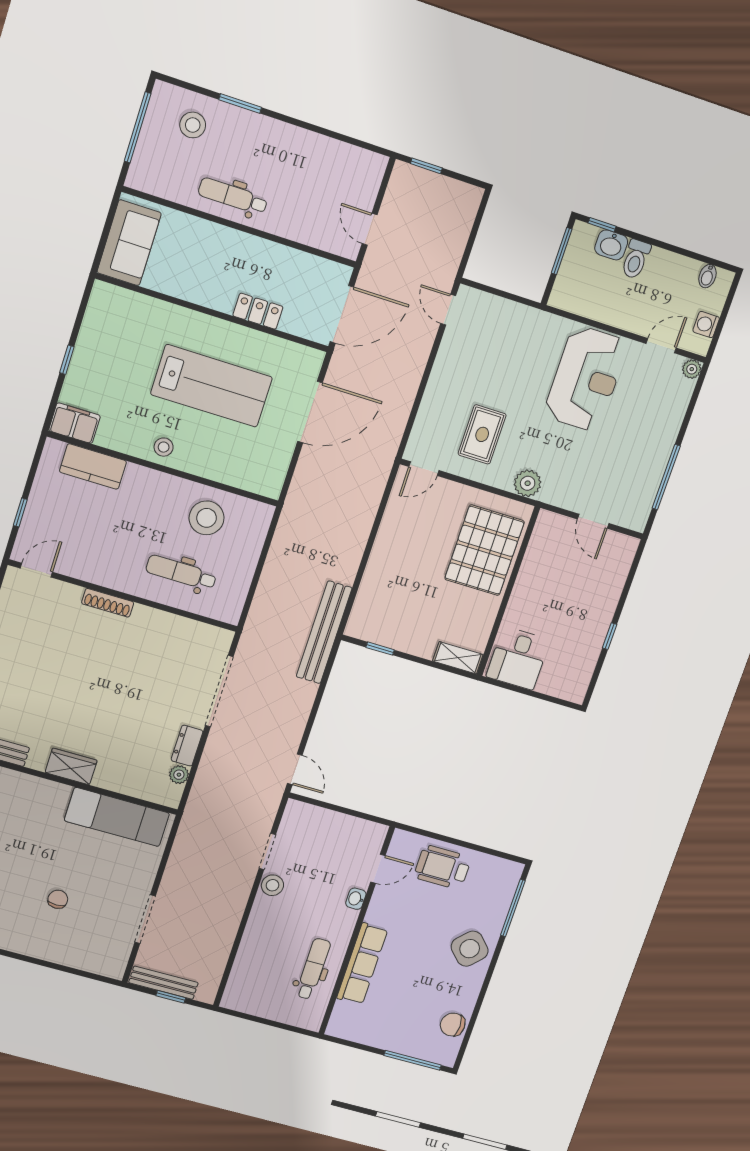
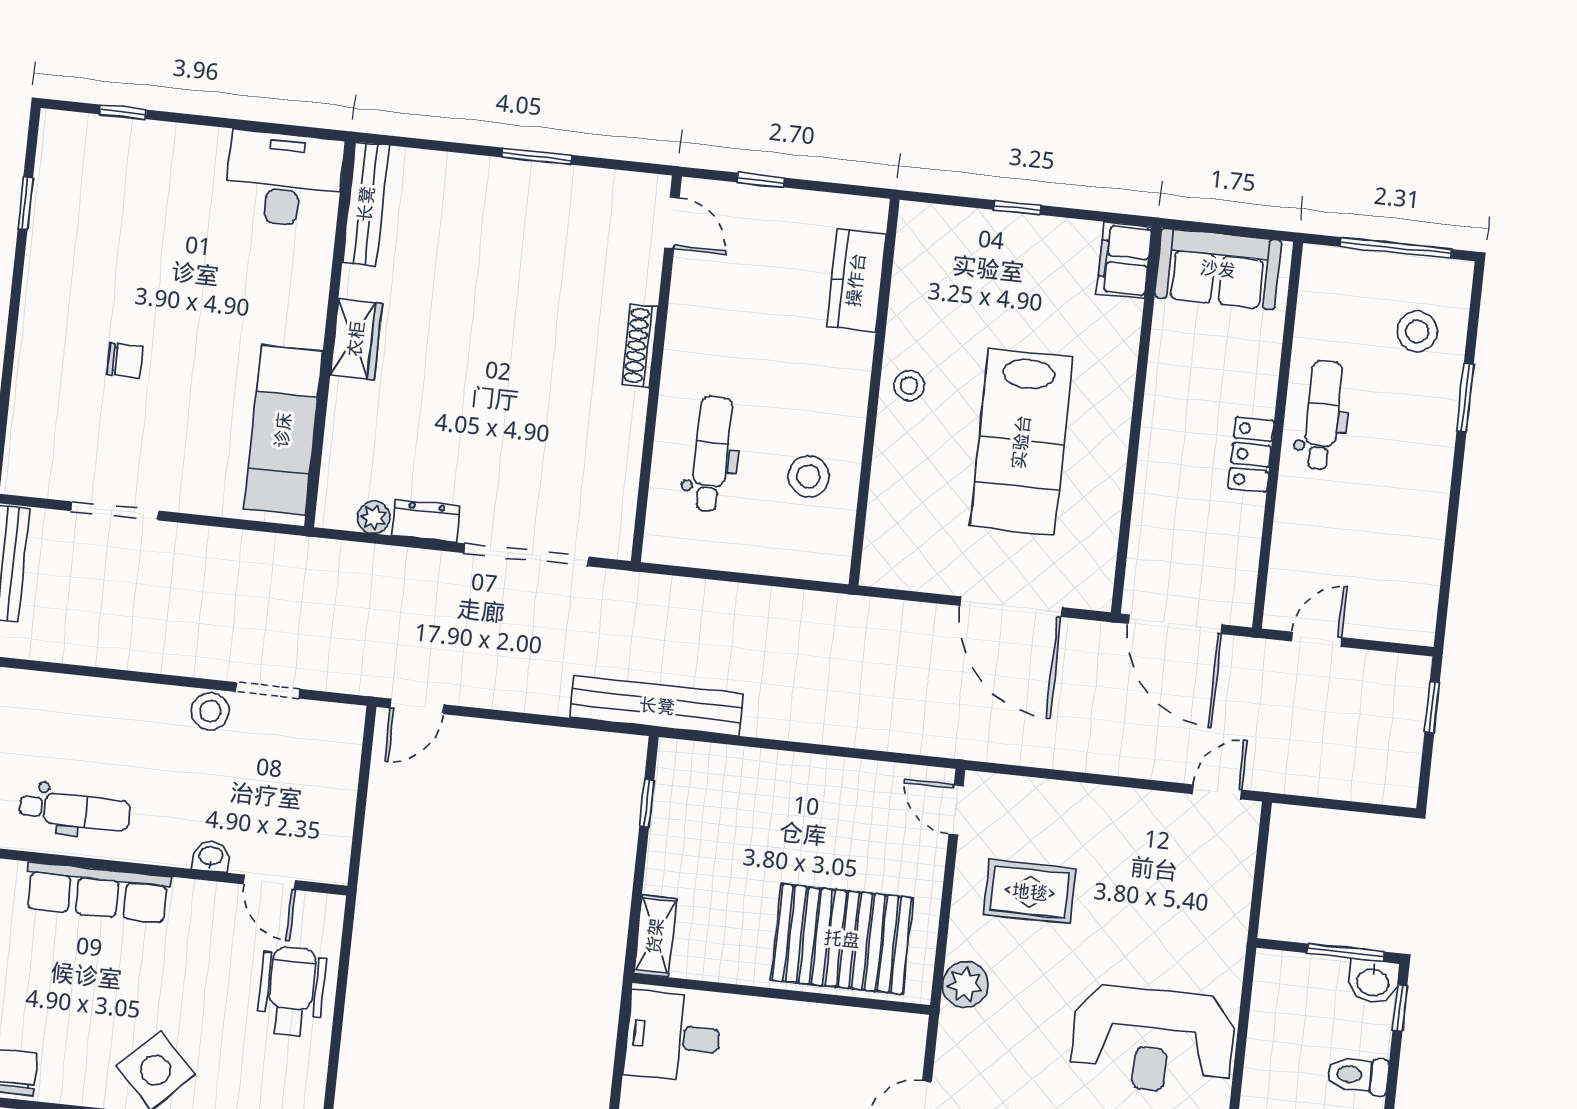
washbasin: (611, 245) -> (1373, 981), moved, turned -90
locker: (258, 311) -> (1251, 455), moved, turned 180
filing cabinet: (75, 423) -> (1124, 260), moved, turned 180
stool: (207, 518) -> (809, 476), width x0.73, depth x0.73

